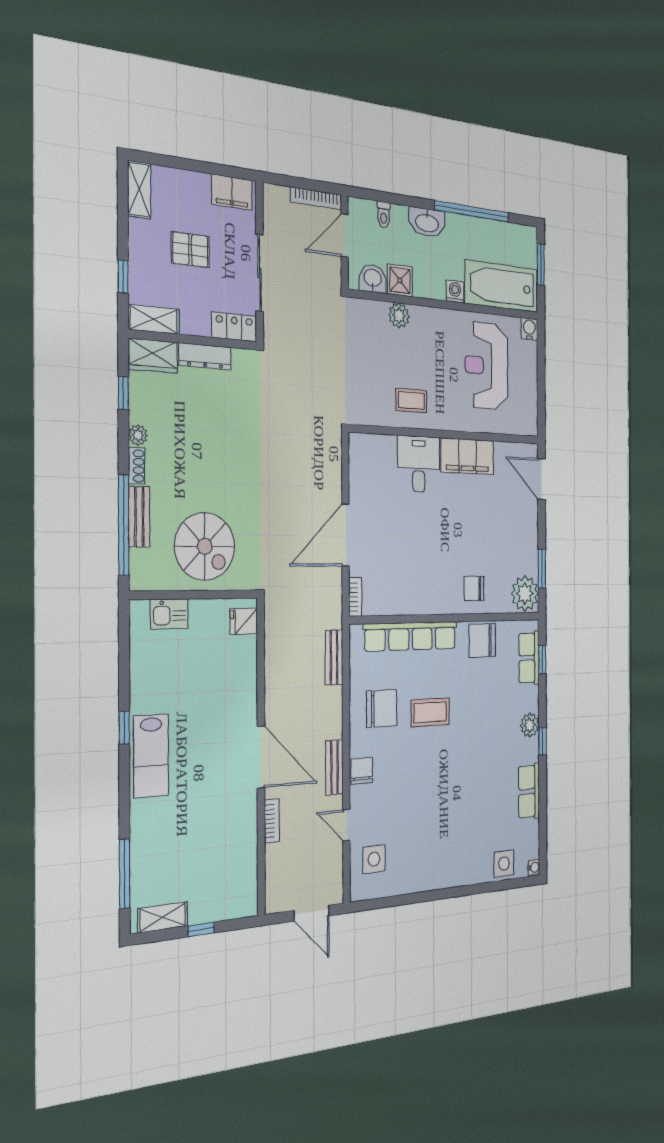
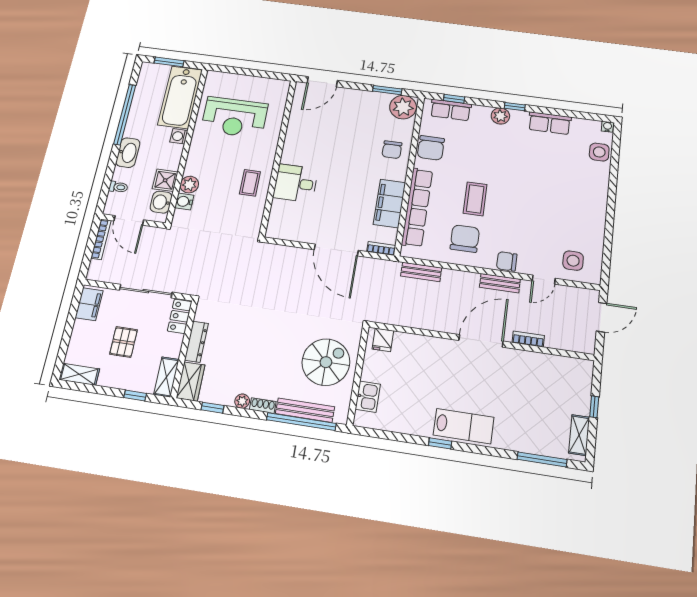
water cooler: (529, 329) -> (184, 202), moved
filing cabinet: (467, 456) -> (389, 203), moved, turned 180
bench: (139, 517) -> (305, 410), width x1.36

